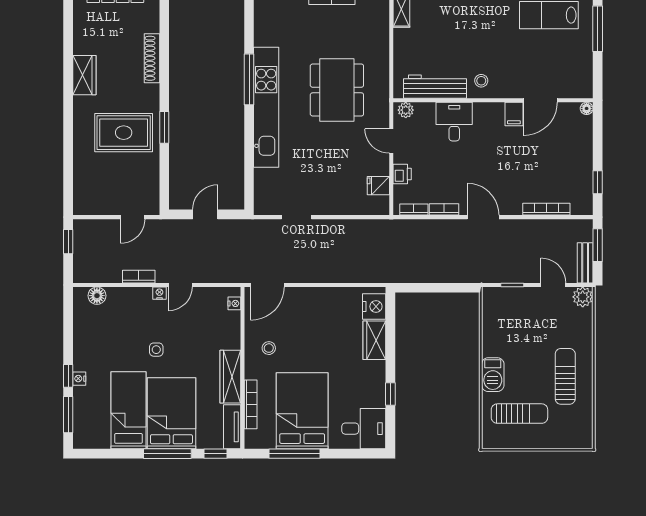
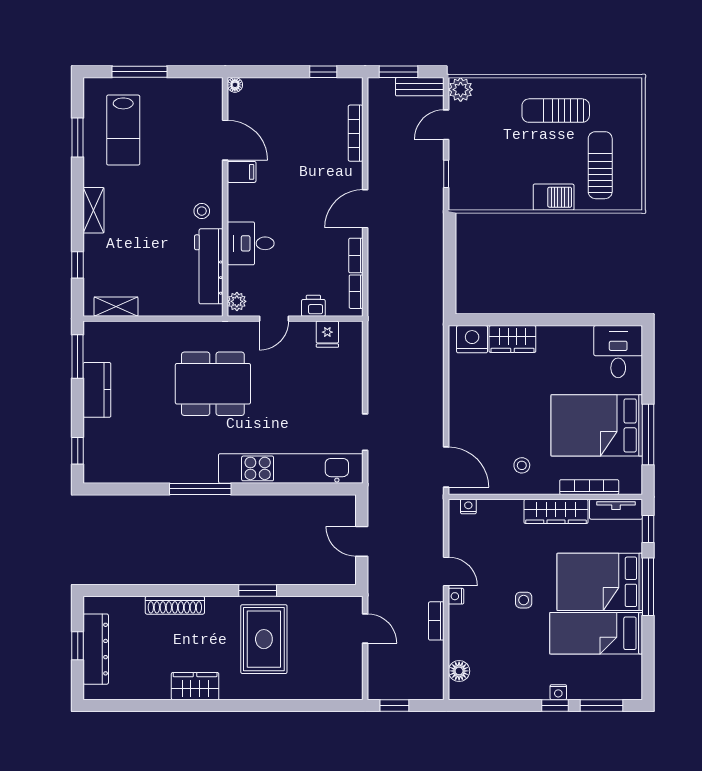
kitchen unit: (266, 107) -> (291, 468), moved
window: (390, 394) -> (577, 320), removed

